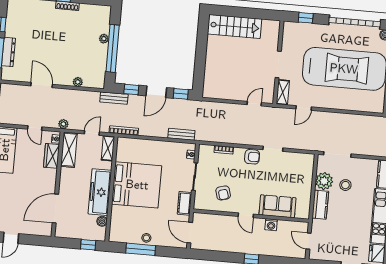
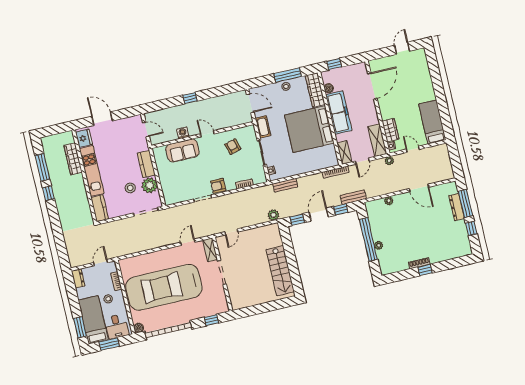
stairs: (235, 26) -> (280, 271), moved, turned -90
plant: (204, 107) -> (273, 215), added
wardrobe: (117, 224) -> (315, 90), added

